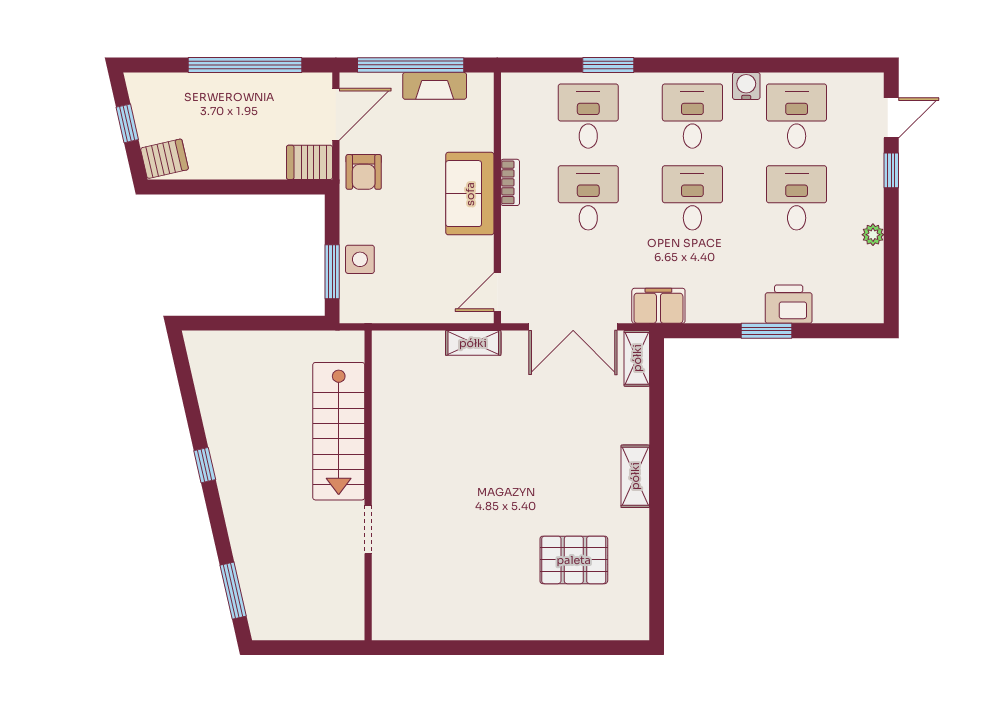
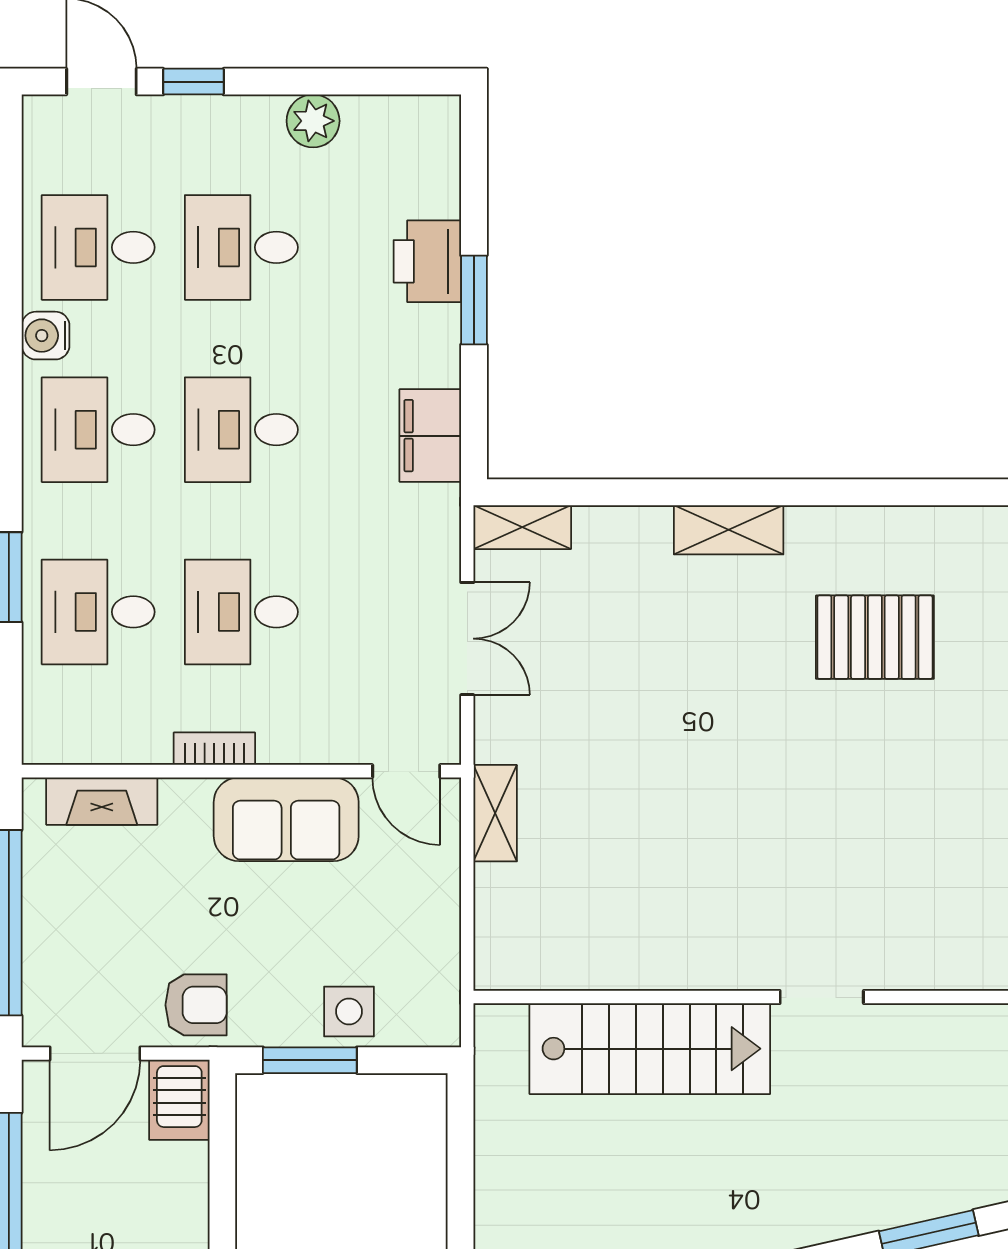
fireplace: (435, 86) -> (102, 801), moved, turned 90
door: (336, 114) -> (95, 1053), swing flipped
sofa: (470, 194) -> (286, 819), moved
plant: (873, 235) -> (313, 121), width x1.38, depth x1.38
window: (332, 272) -> (310, 1060), moved
filing cabinet: (658, 306) -> (430, 436), moved
double door: (573, 327) -> (467, 639), width x0.73
pallet: (574, 560) -> (875, 637), turned 90

